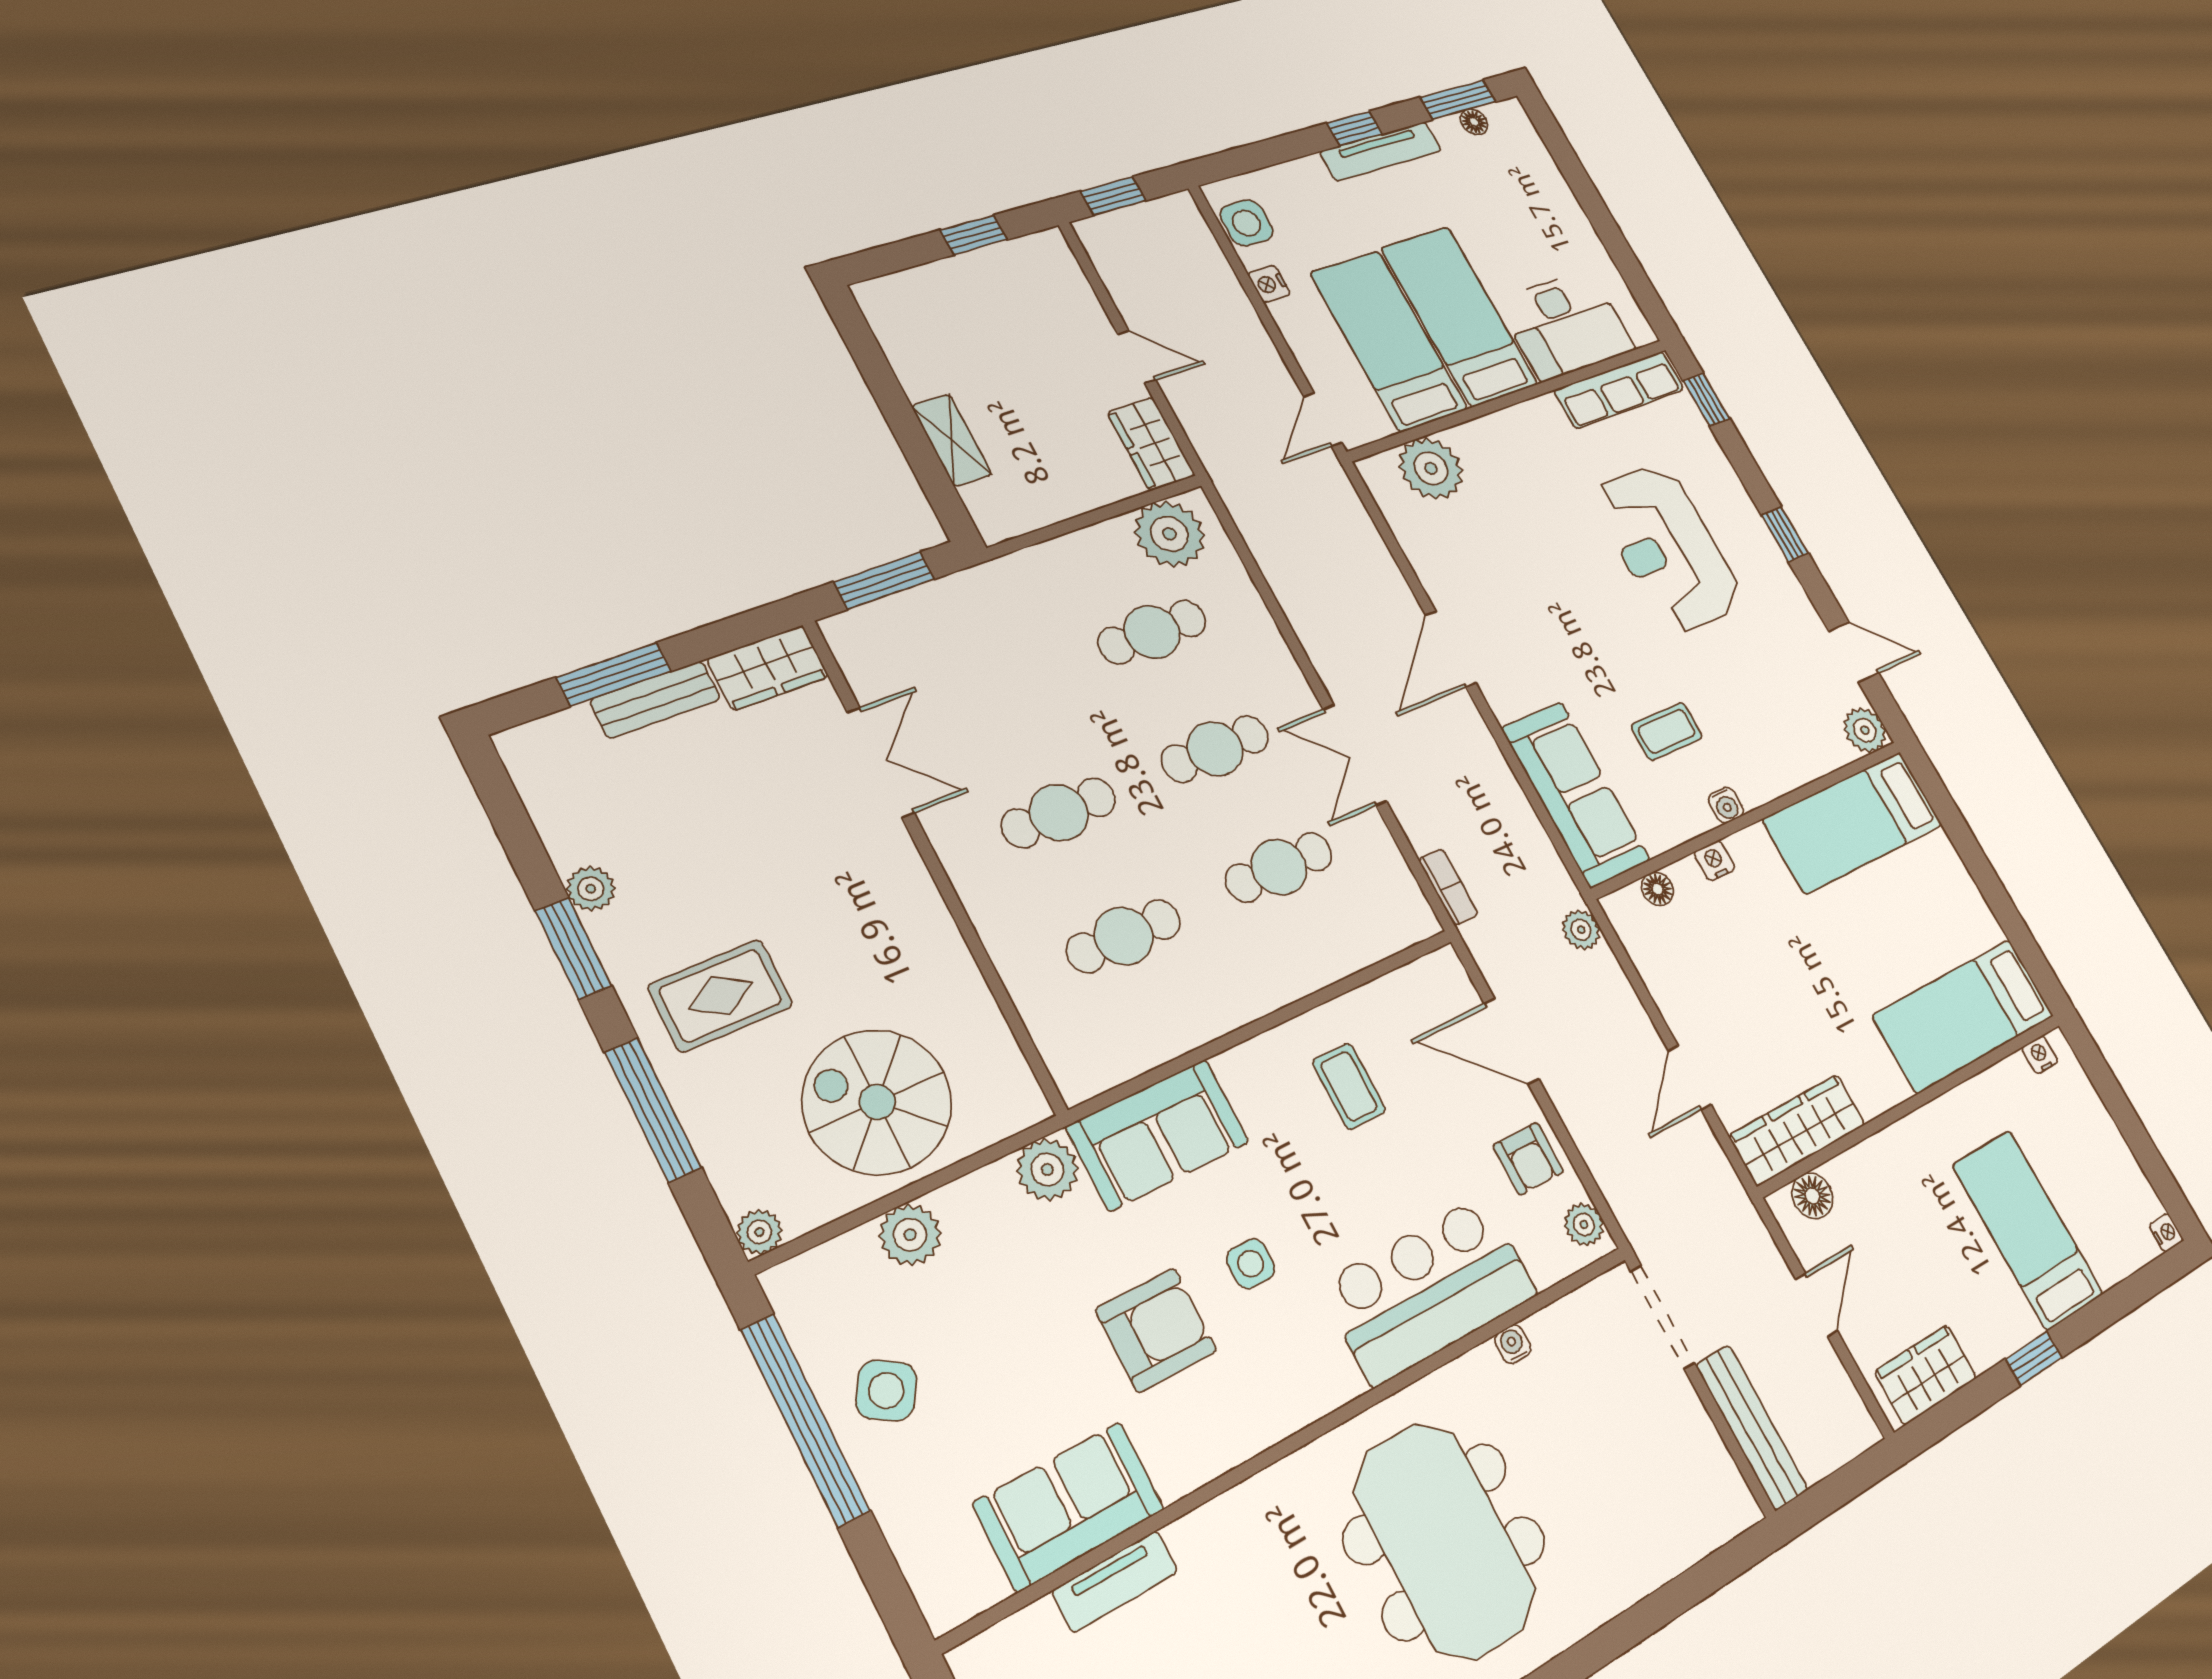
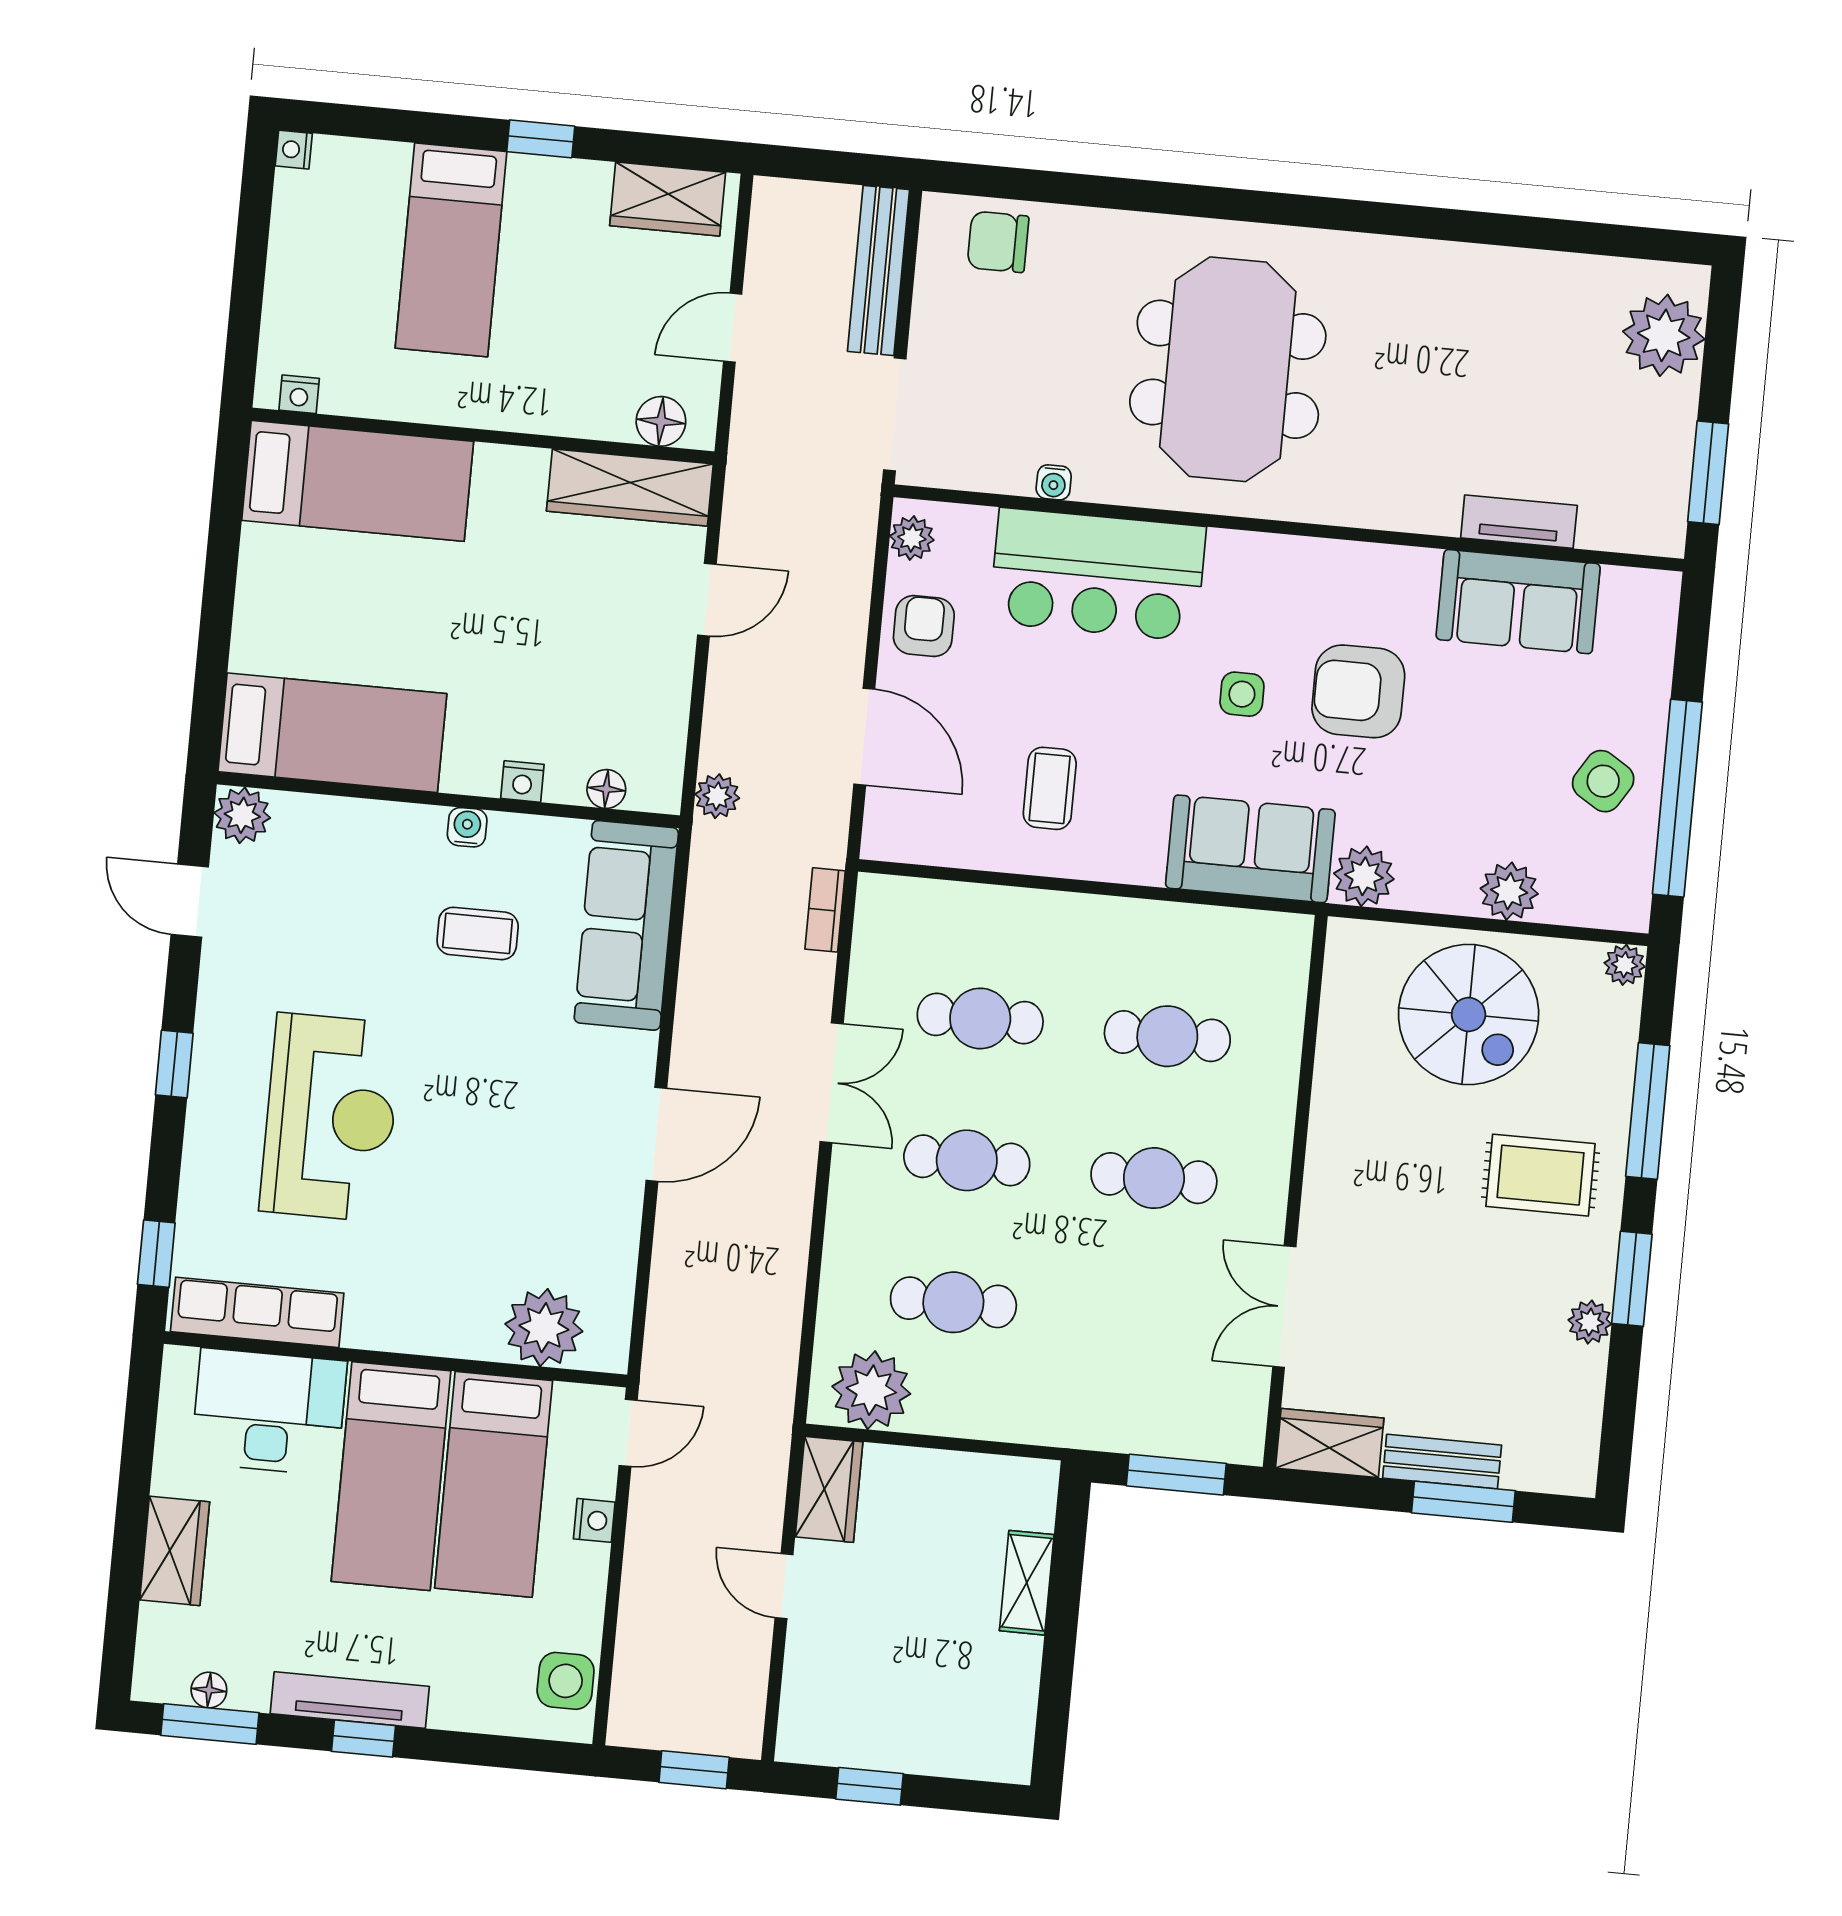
wardrobe: (1558, 205) -> (175, 1551), added
nightstand: (1269, 284) -> (594, 1520), moved
chair: (1686, 1517) -> (998, 242), added

